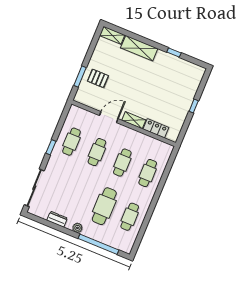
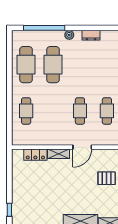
window: (194, 106) -> (9, 210), moved
cafe table: (122, 163) -> (53, 111), removed
cafe table: (130, 217) -> (26, 65), width x1.37, depth x1.35

